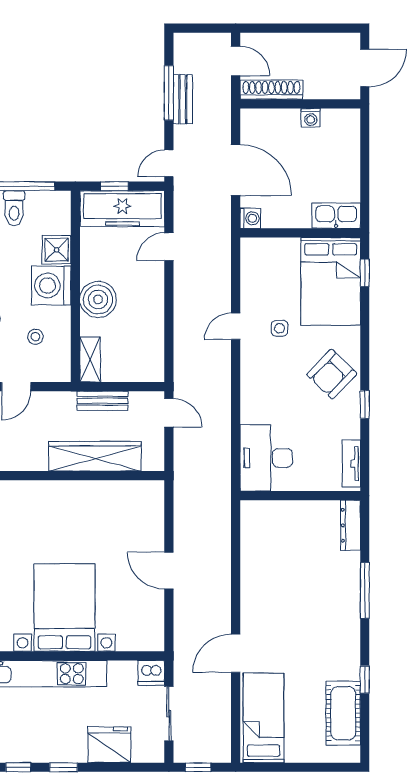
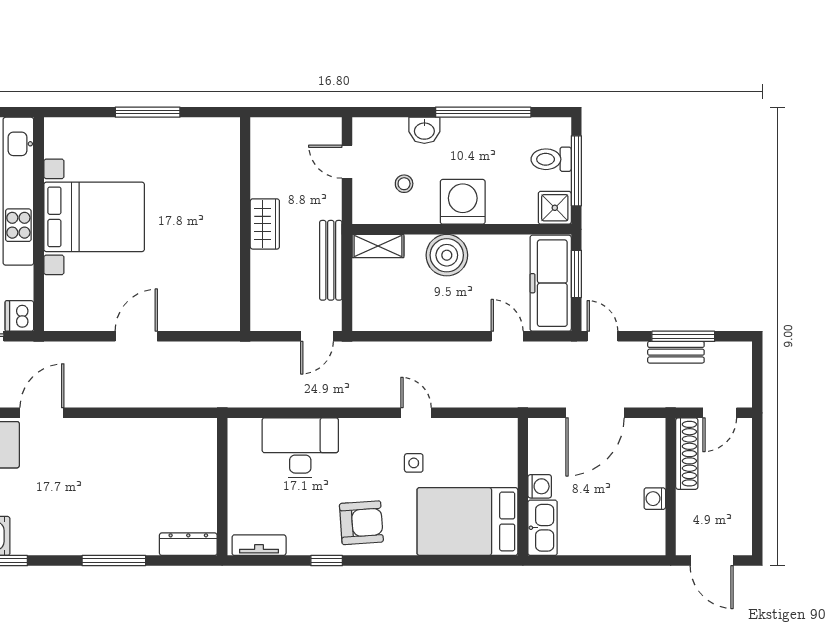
window: (114, 186) -> (576, 274), width x1.50
washing machine: (250, 218) -> (540, 486), moved, turned -90
shower: (57, 250) -> (555, 208), moved
window: (365, 273) -> (477, 561), removed
armchair: (332, 374) -> (361, 523), turned 132
bench: (102, 401) -> (331, 260), width x1.36
wardrobe: (95, 456) -> (265, 224), width x0.48, depth x0.85
desk: (266, 458) -> (300, 448), moved
door: (236, 653) -> (42, 413), hinge flipped

